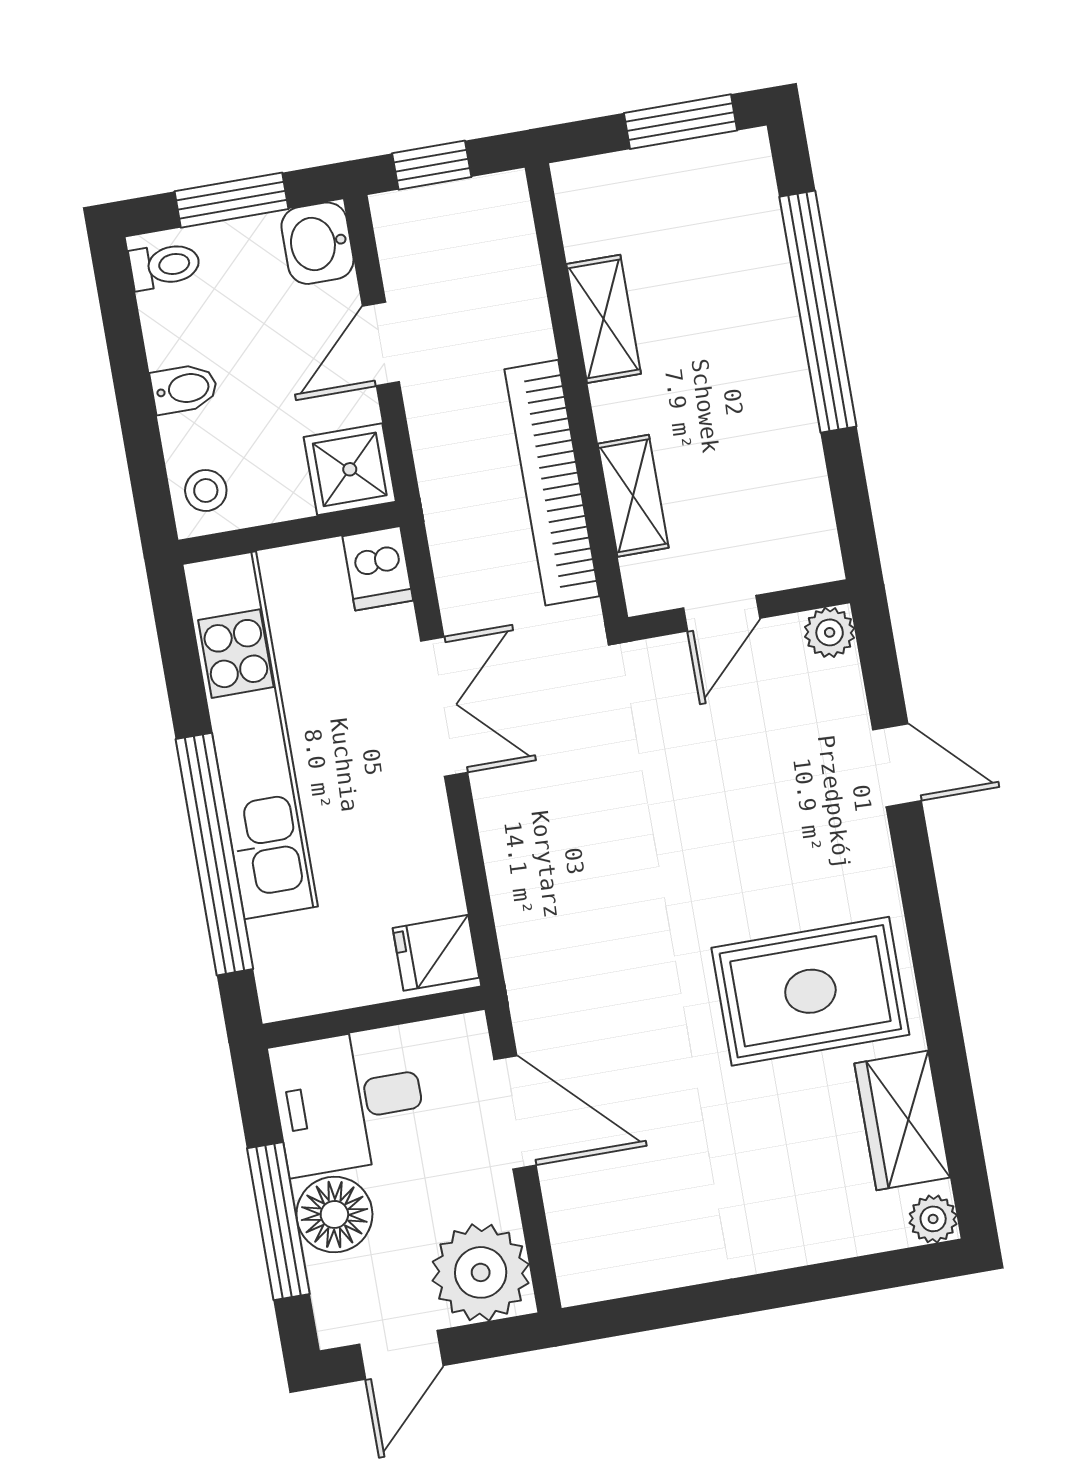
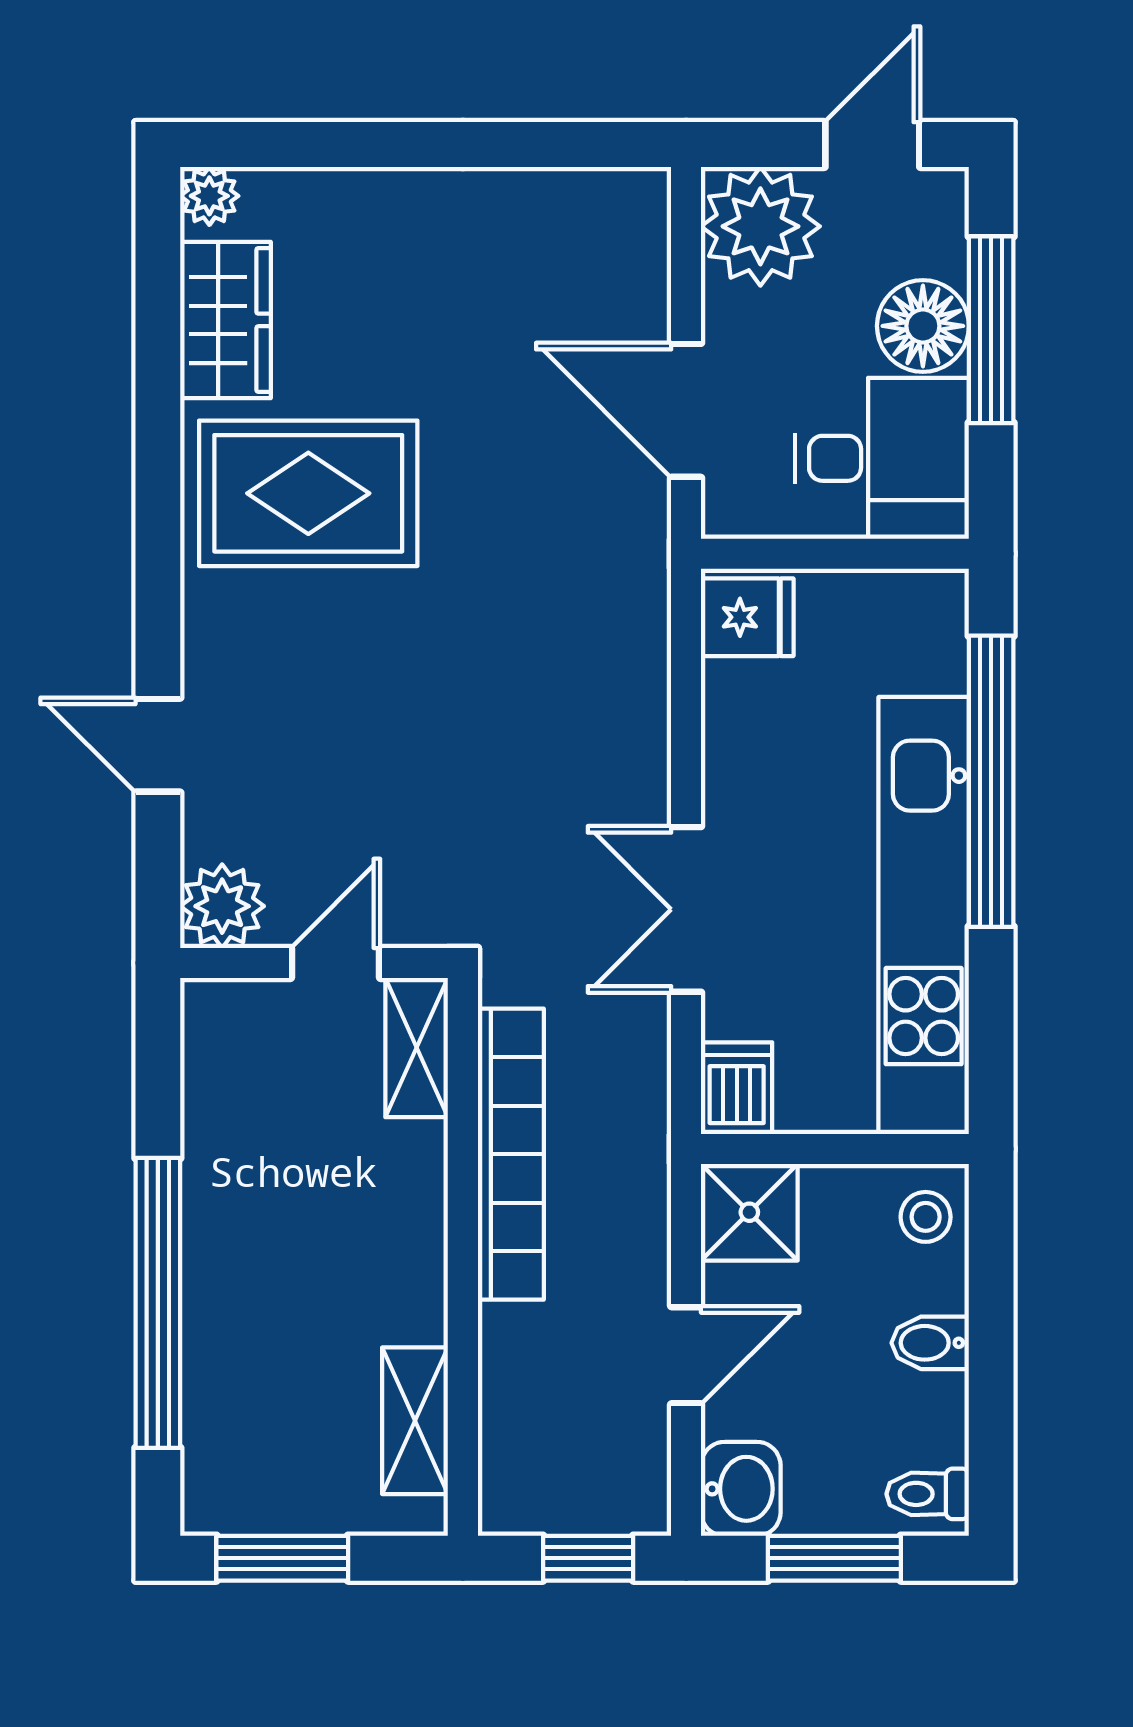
shelving: (604, 319) -> (415, 1421), moved
shelving: (633, 496) -> (417, 1048), moved
plant: (830, 632) -> (222, 906), width x1.38, depth x1.38

